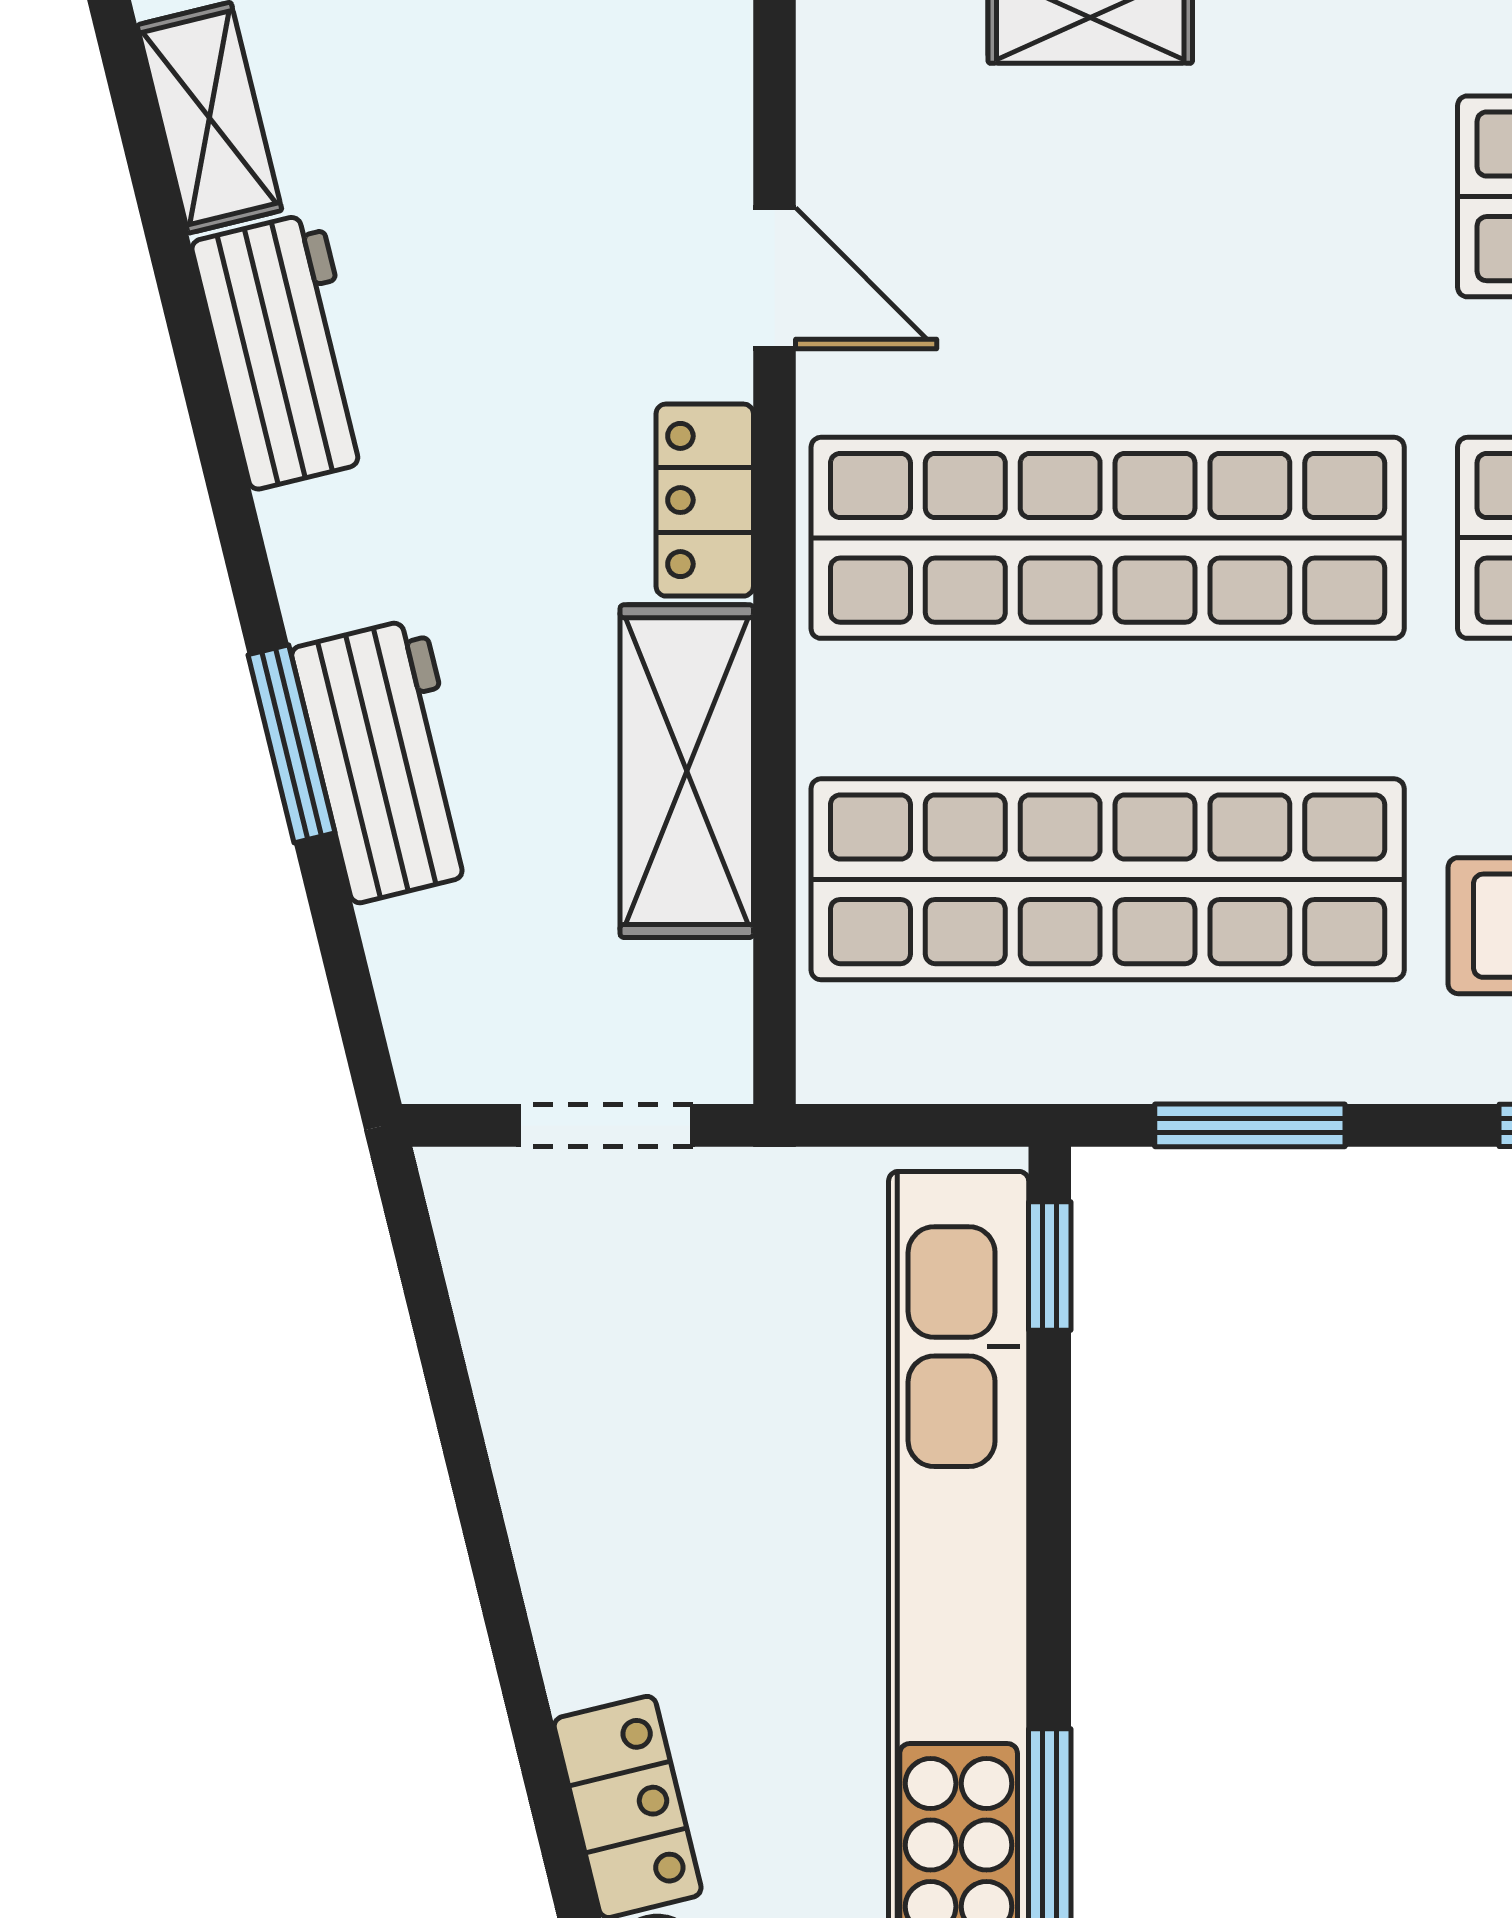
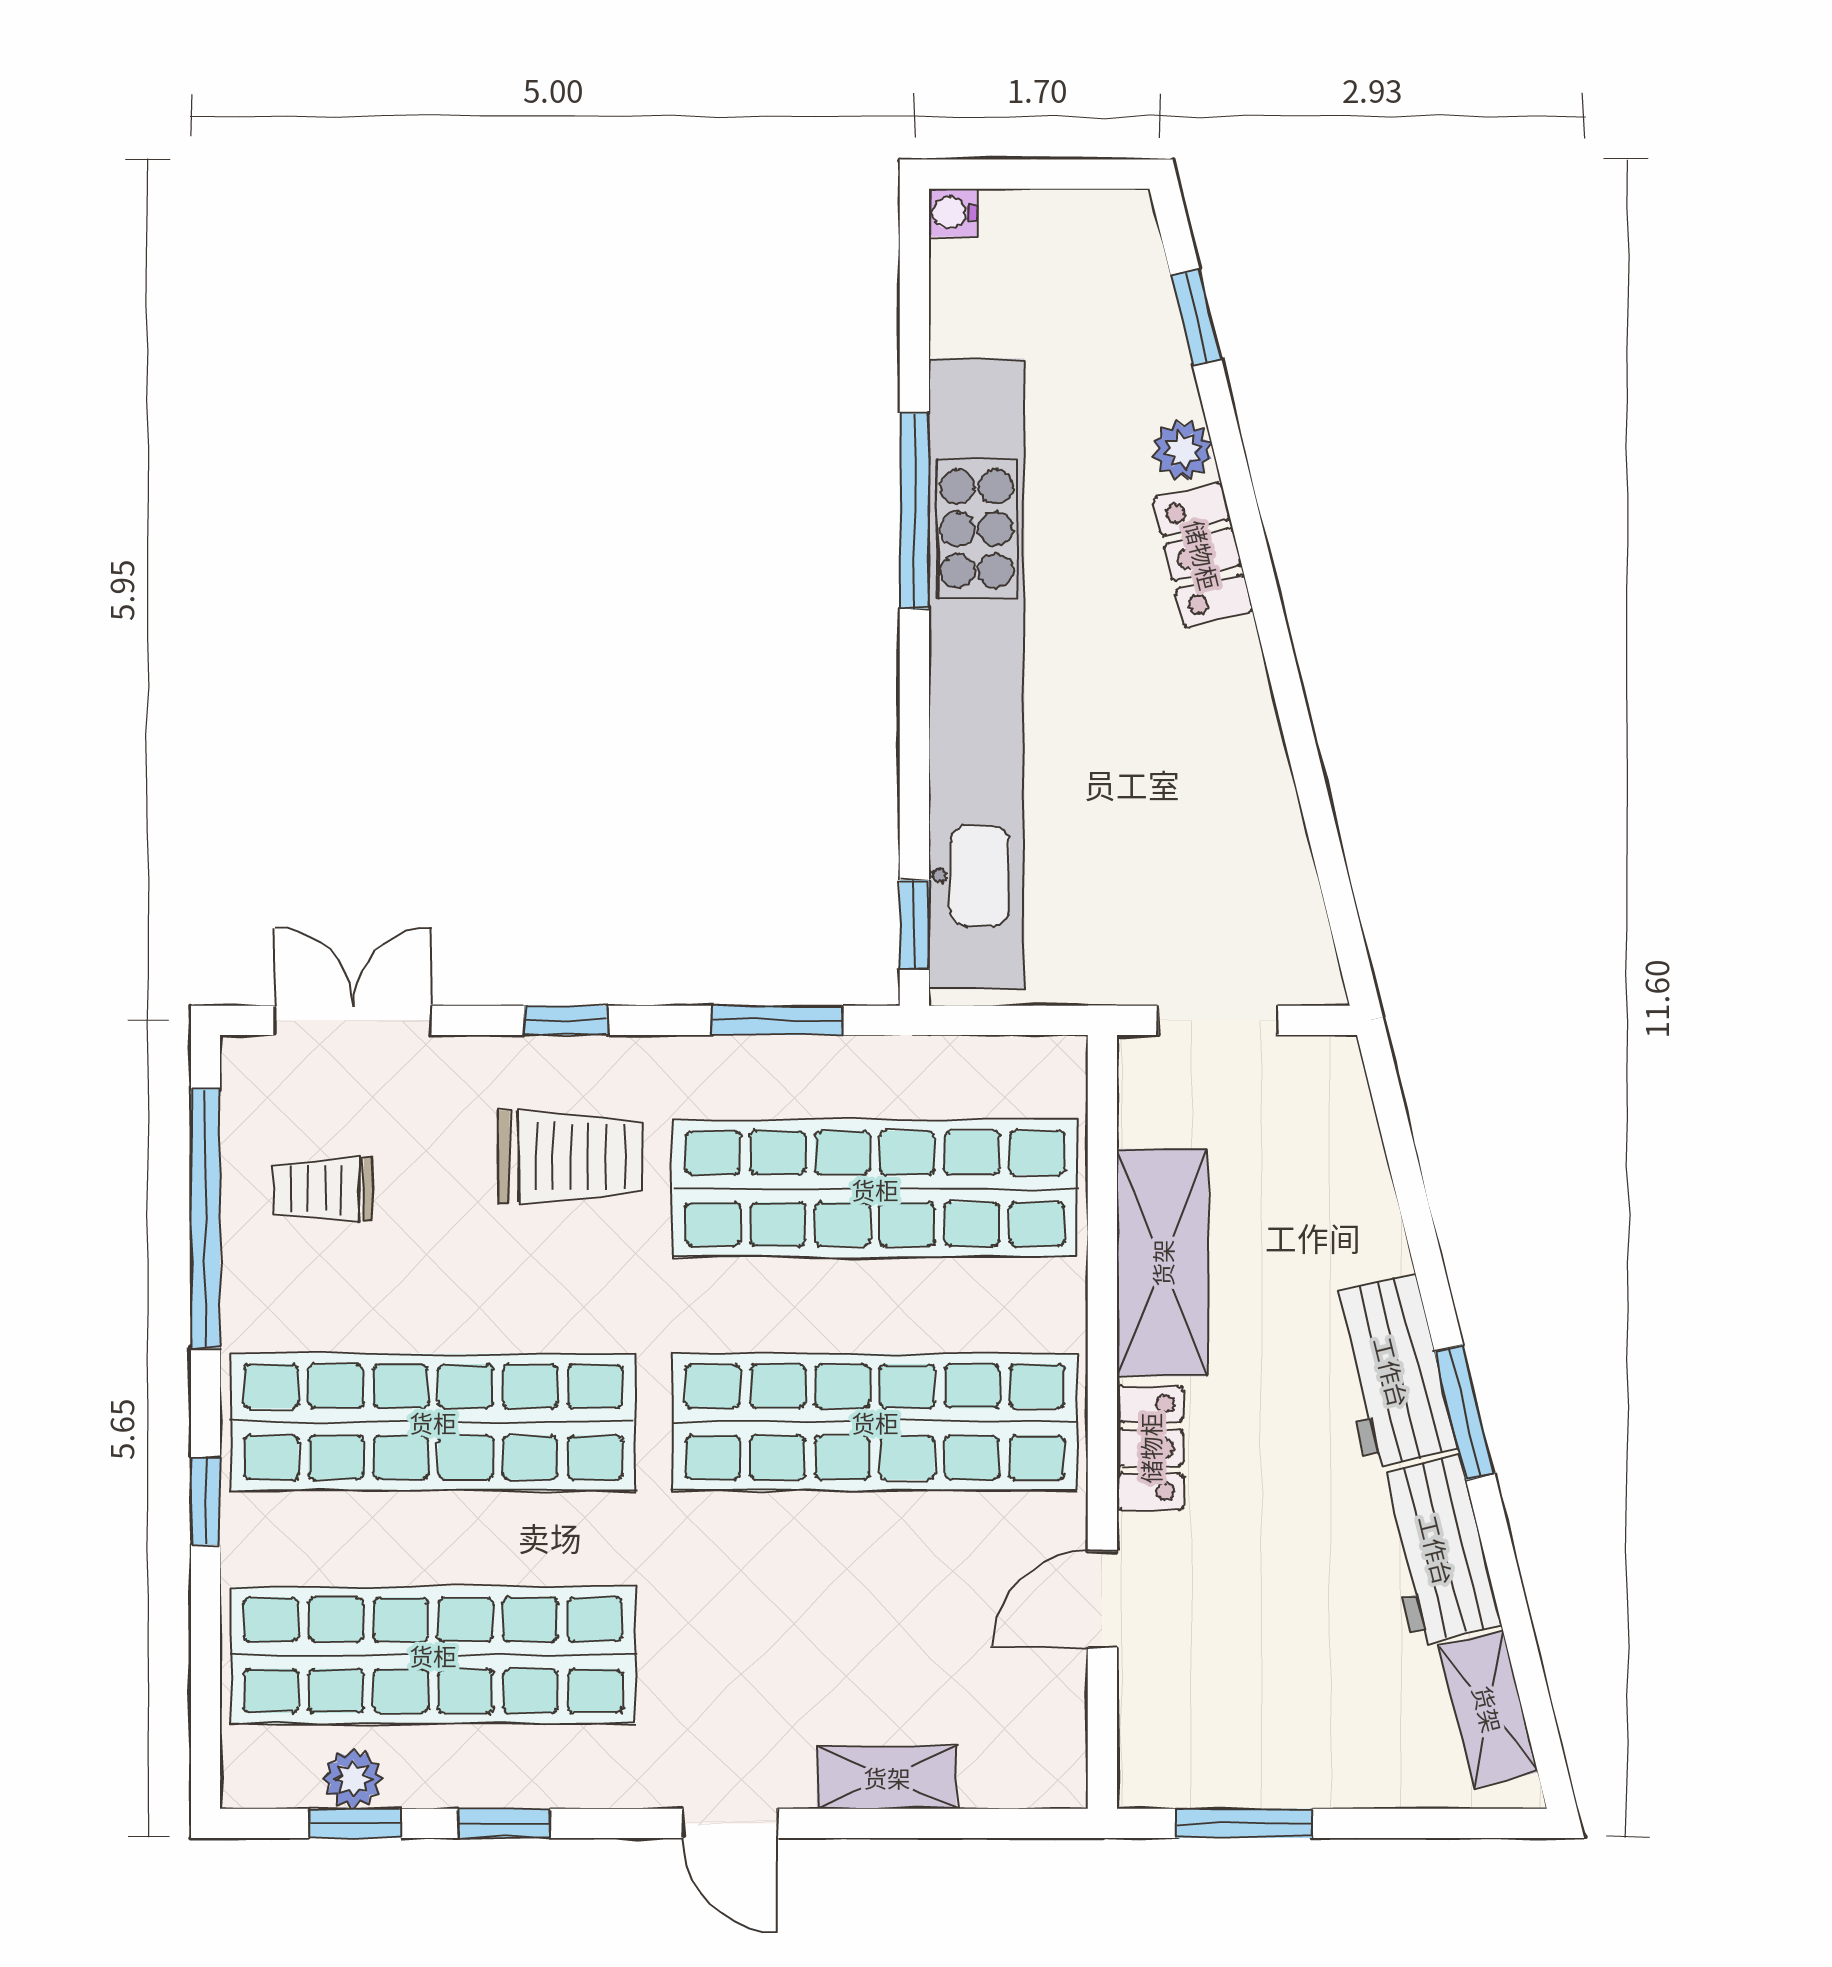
door: (774, 278) -> (1102, 1599), hinge flipped
window: (291, 744) -> (1465, 1412), moved
workbench: (388, 760) -> (1392, 1372), moved

